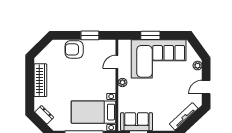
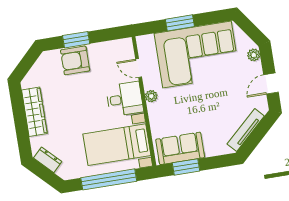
window: (90, 35) -> (76, 40), moved
door: (117, 62) -> (139, 68), hinge flipped
desk: (104, 81) -> (125, 99), added

